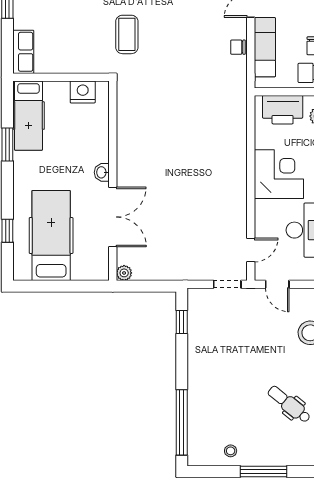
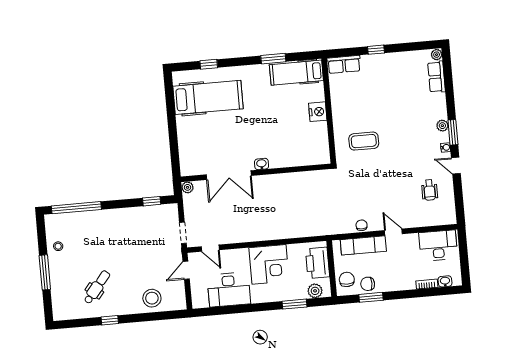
washbasin: (102, 172) -> (262, 164), moved
wall: (113, 181) -> (256, 173), moved
double door: (113, 217) -> (229, 175), moved
plant: (124, 273) -> (188, 187), moved

